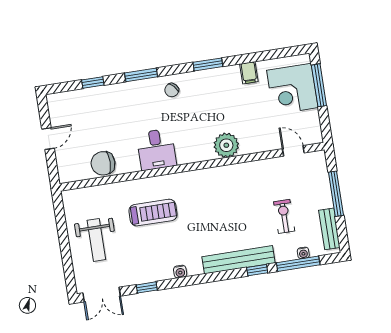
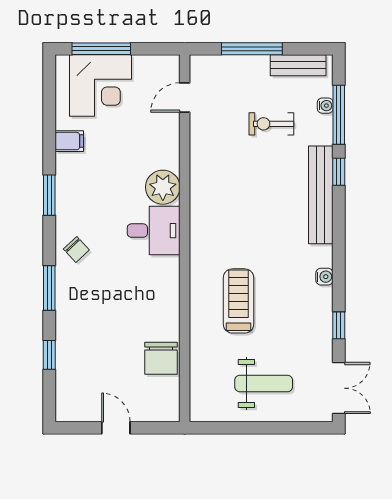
desk: (156, 149) -> (154, 231), moved

